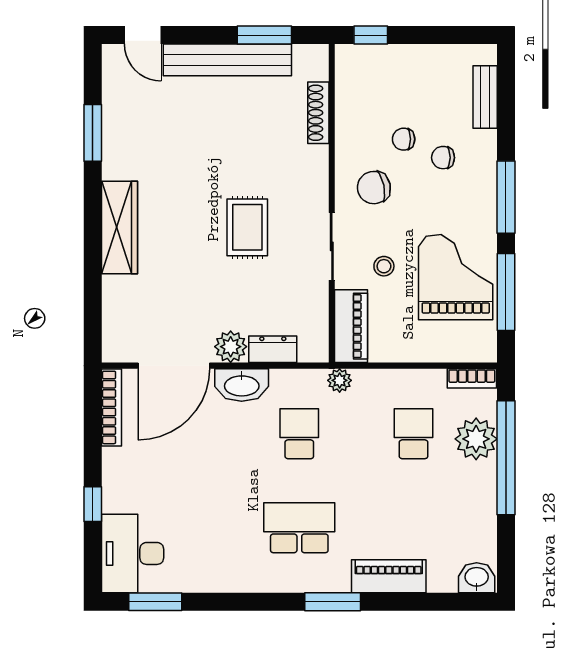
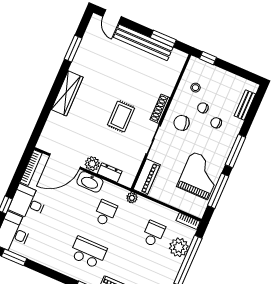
shoe rack: (318, 113) -> (160, 109), moved
stool: (384, 266) -> (195, 88), moved
desk: (136, 480) -> (28, 203), added

